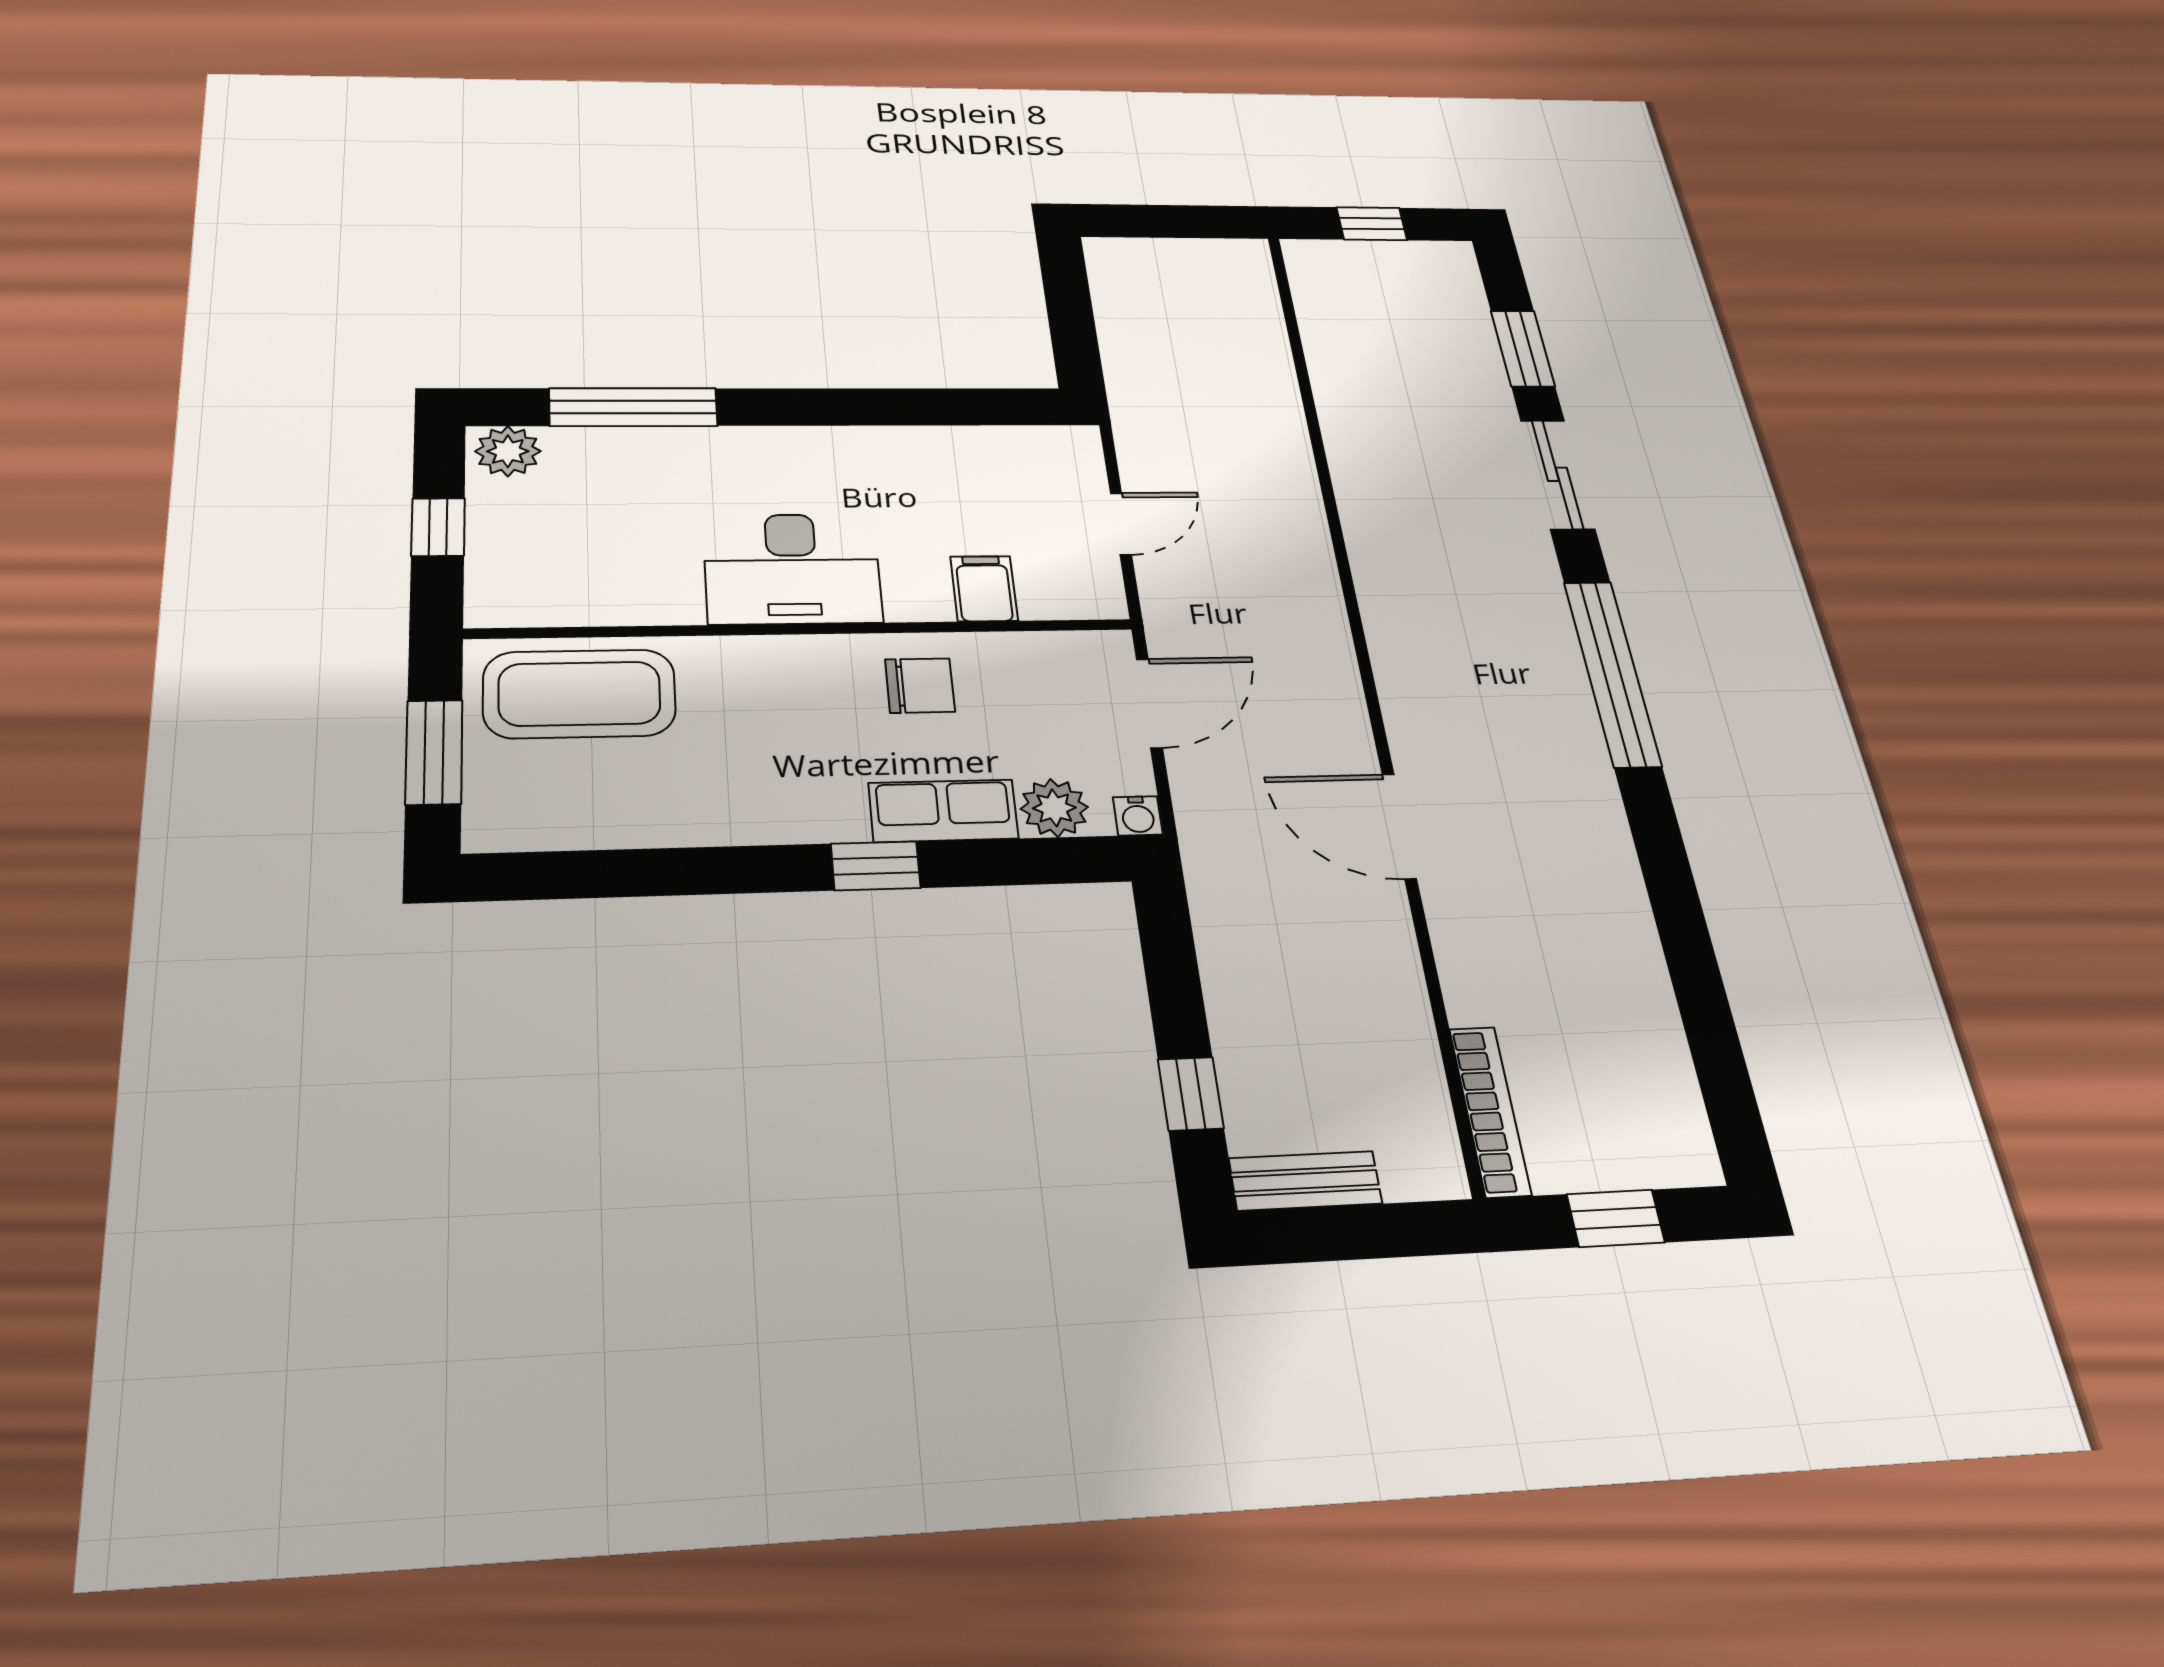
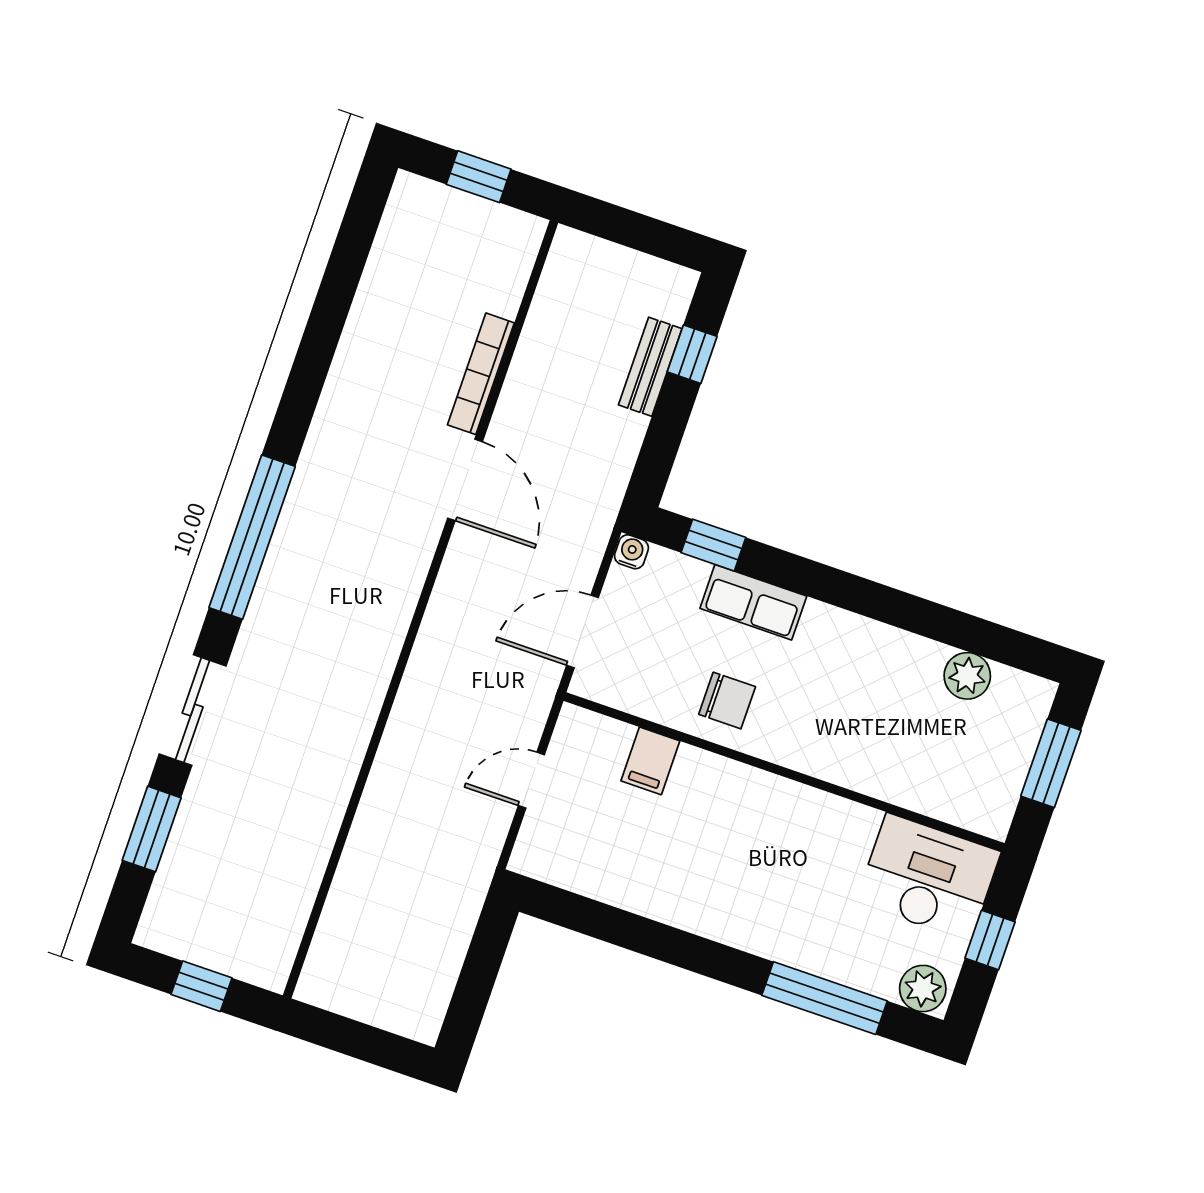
desk: (792, 569) -> (928, 877), moved
chair: (920, 686) -> (727, 700), turned 180
coffee table: (579, 694) -> (946, 774), removed
plant: (1054, 808) -> (967, 676), moved
window: (876, 866) -> (713, 545), moved
bookcase: (1490, 1111) -> (481, 374), moved
bench: (1305, 1181) -> (650, 367), moved, turned 90

